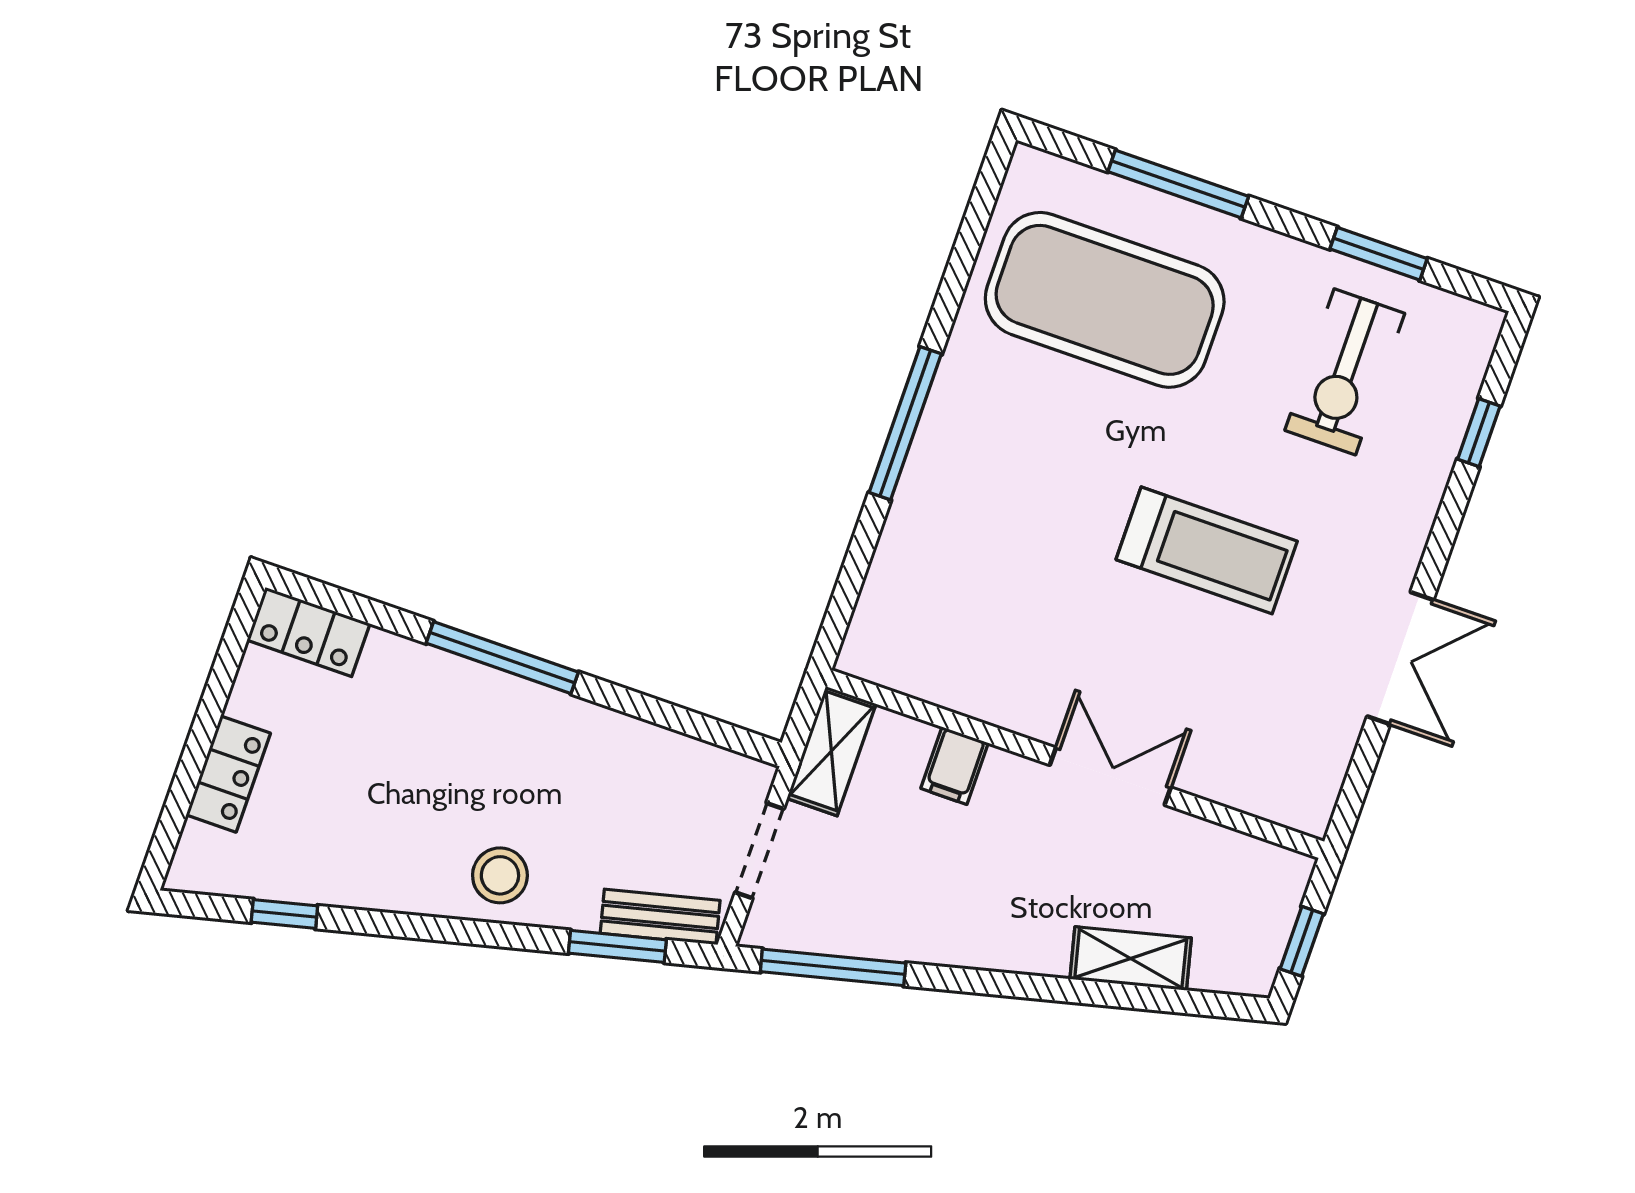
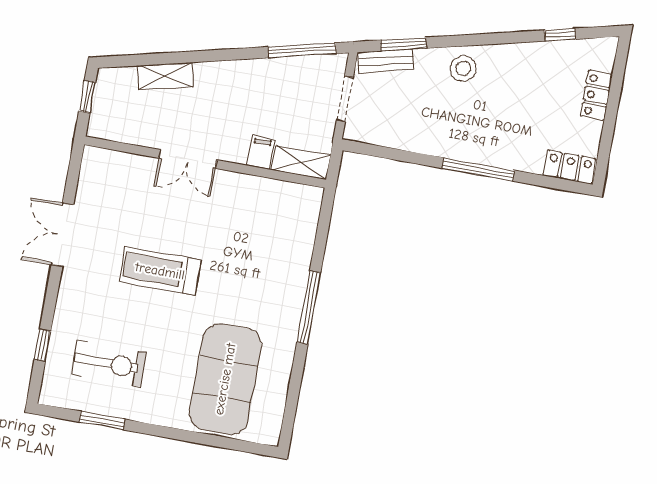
window: (1178, 184) -> (200, 438), removed
exercise mat: (1105, 300) -> (225, 379), turned 90
exercise bike: (1345, 372) -> (109, 363), turned 90
shelving: (831, 751) -> (301, 163), moved, turned 90

